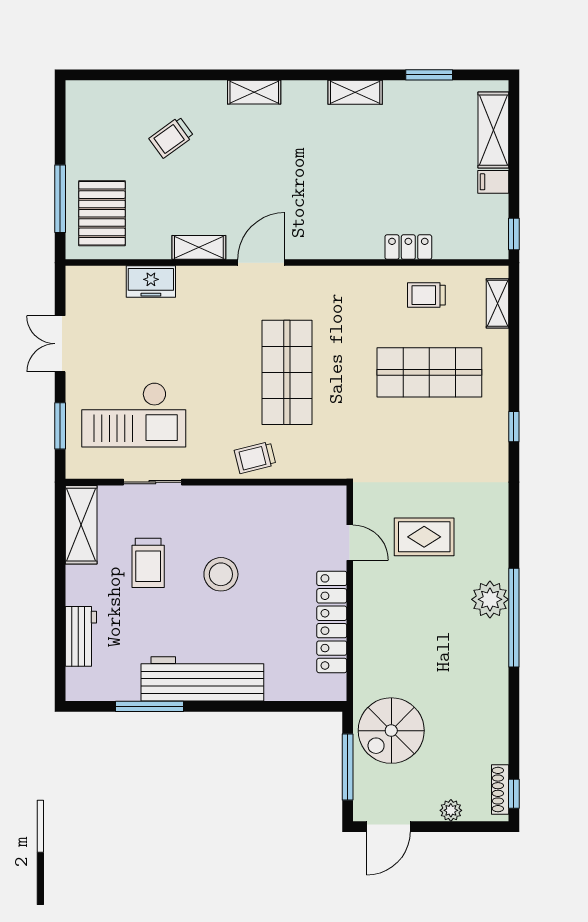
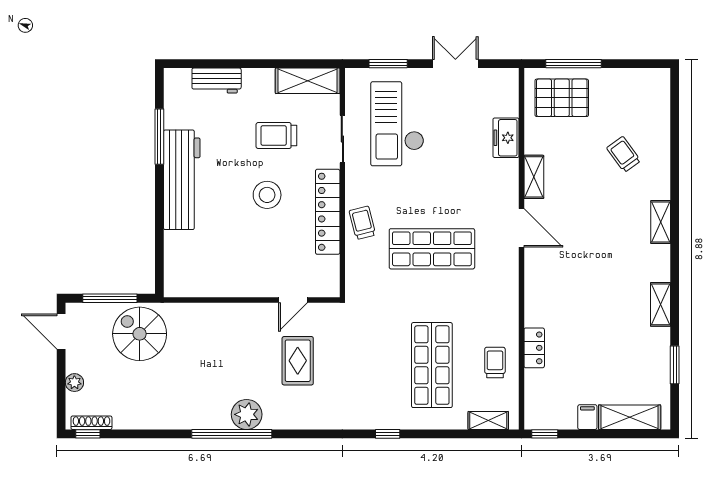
locker: (332, 622) -> (328, 212), moved, turned -90

